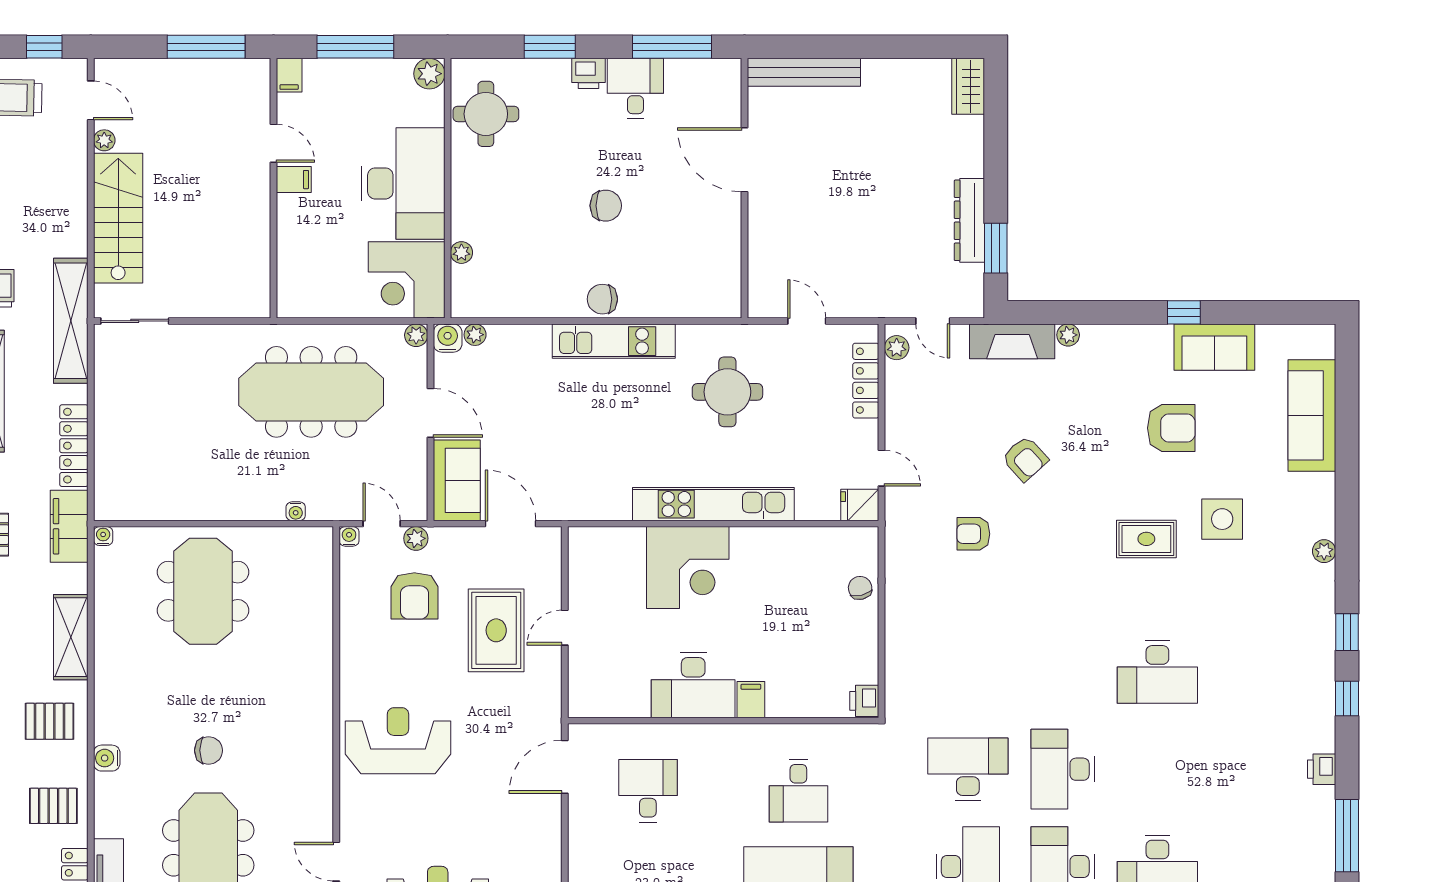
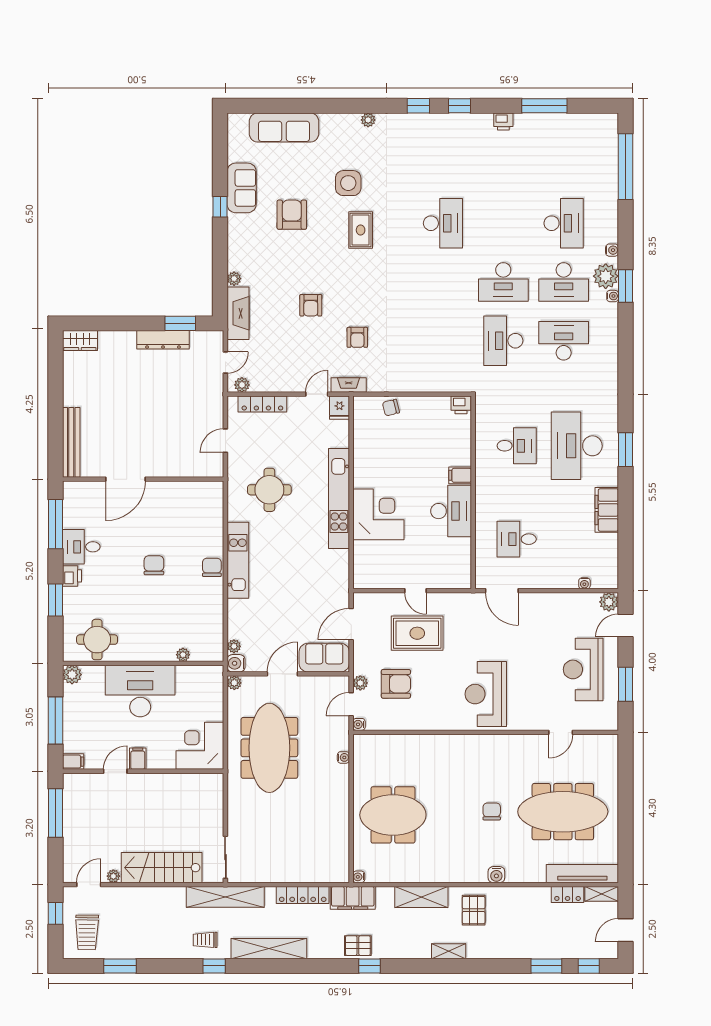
corner desk: (407, 280) -> (200, 746), moved, turned 180
chair: (602, 299) -> (212, 567), turned 180
armchair: (1025, 459) -> (311, 305), turned 132
fireplace: (896, 520) -> (349, 385), added
pallet: (53, 806) -> (526, 908), removed

